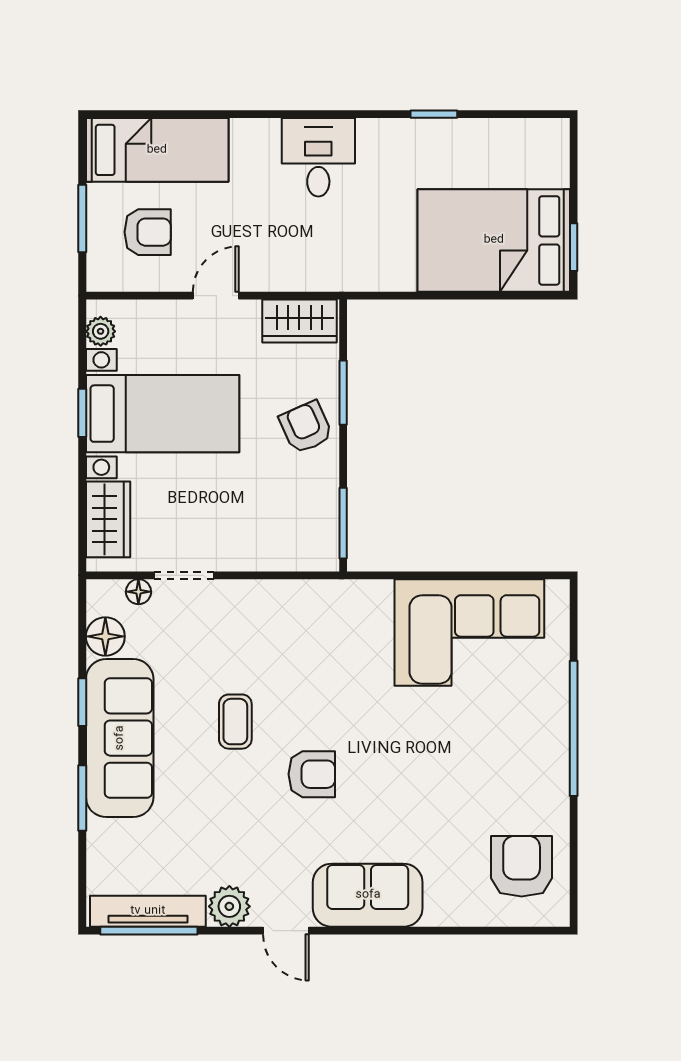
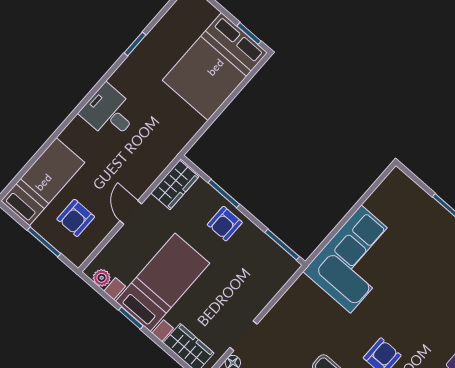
armchair: (148, 232) -> (76, 218), turned 180
armchair: (306, 427) -> (225, 224), turned -66
corner sofa: (469, 633) -> (356, 259), moved

